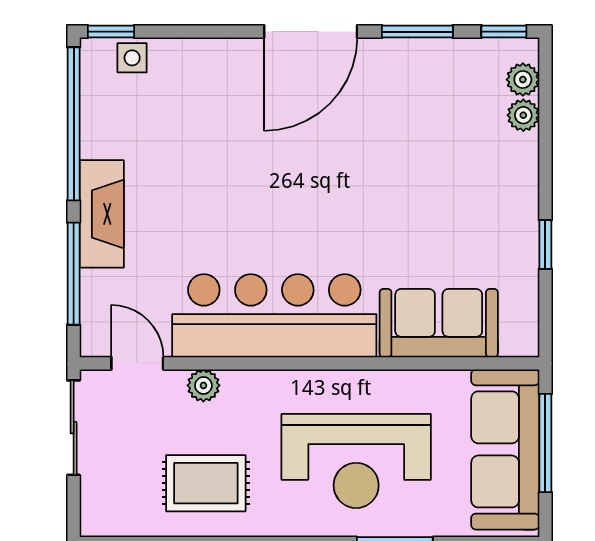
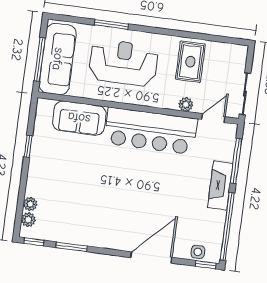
door: (311, 32) -> (151, 257), moved
door: (137, 363) -> (213, 118), swing flipped
rug: (206, 483) -> (190, 62), turned 90

